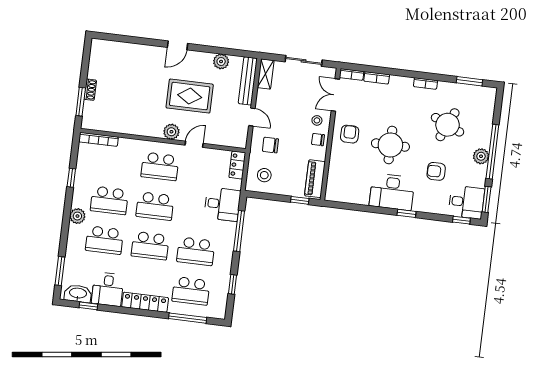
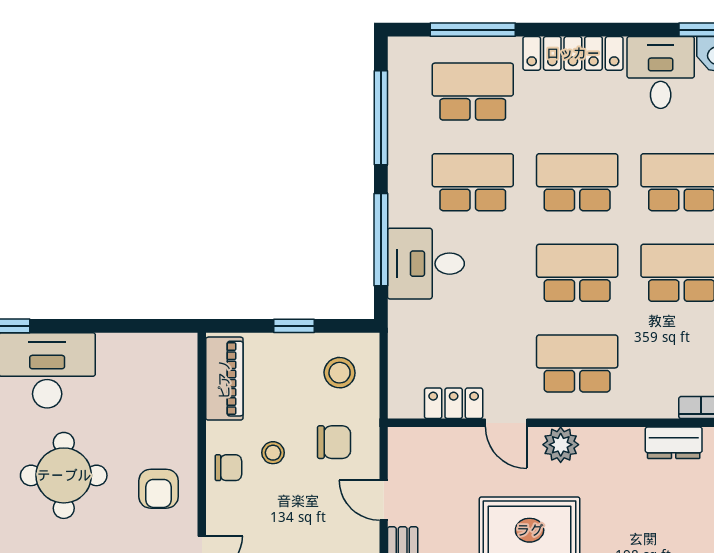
stool: (317, 120) -> (273, 453), moved
dresser: (122, 127) -> (674, 443), added
door: (194, 144) -> (506, 423), hinge flipped
locker: (237, 165) -> (454, 403), moved, turned -90
window: (300, 200) -> (294, 326), moved
desk: (222, 204) -> (426, 264), moved
window: (233, 284) -> (381, 118), width x2.17

